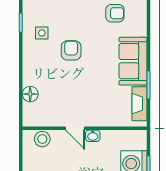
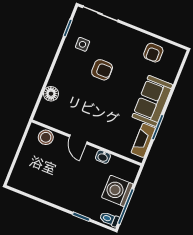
armchair: (115, 13) -> (153, 53), turned 90
armchair: (71, 50) -> (102, 70), turned 90
washbasin: (93, 136) -> (103, 157), moved

